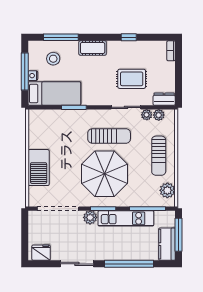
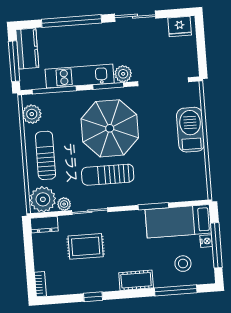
plant: (159, 115) -> (43, 199), width x1.88, depth x1.88

